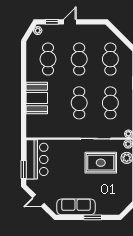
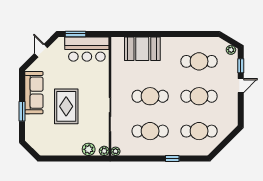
door: (70, 22) -> (241, 86), hinge flipped
booth: (37, 98) -> (142, 49), moved
rug: (101, 163) -> (66, 106), moved

